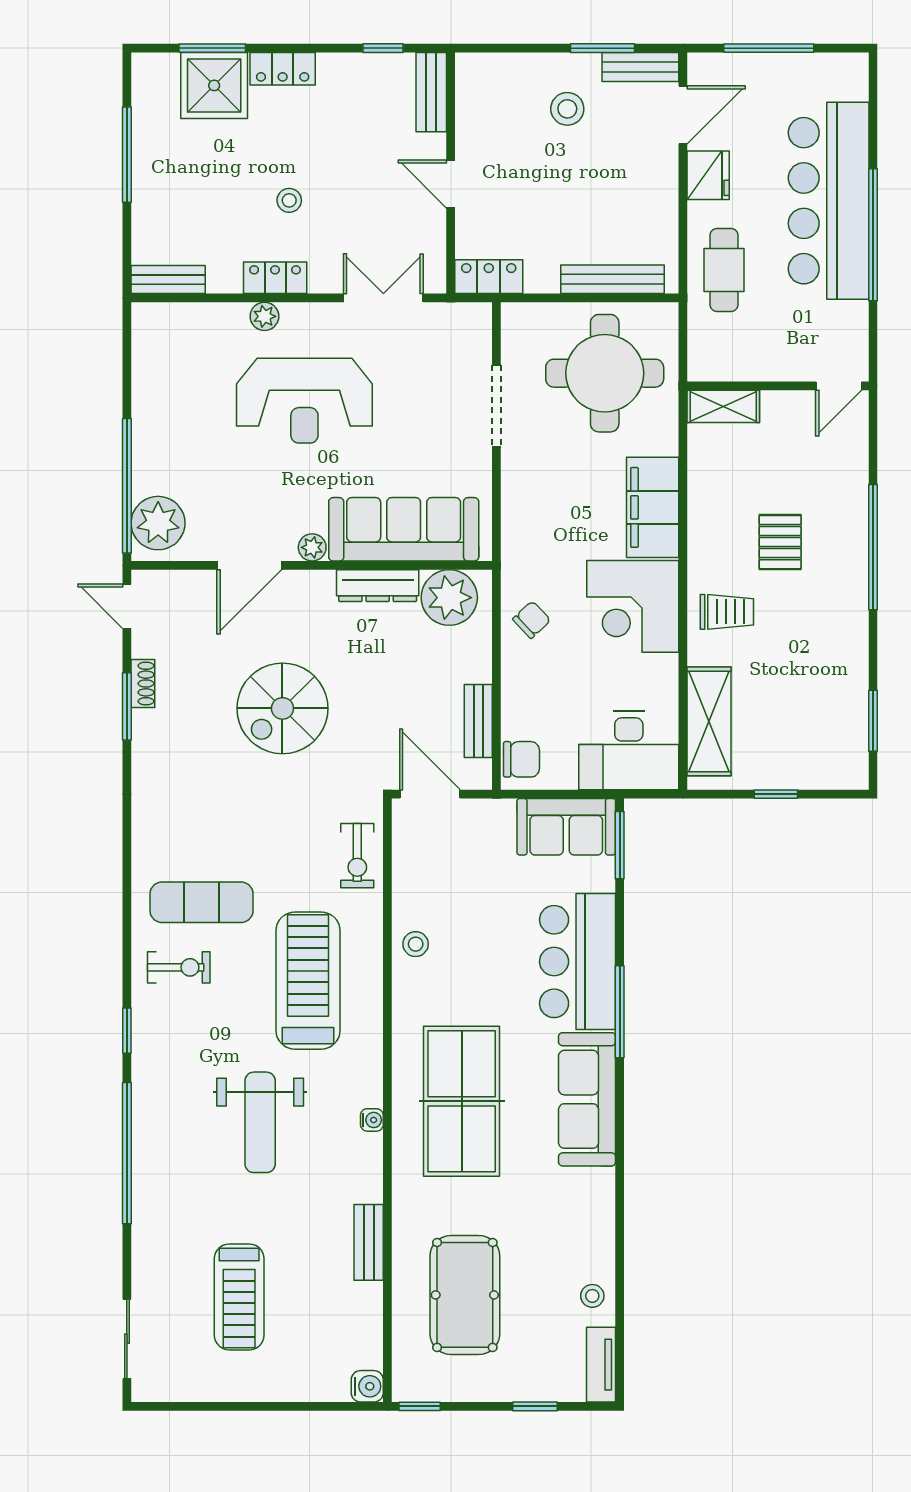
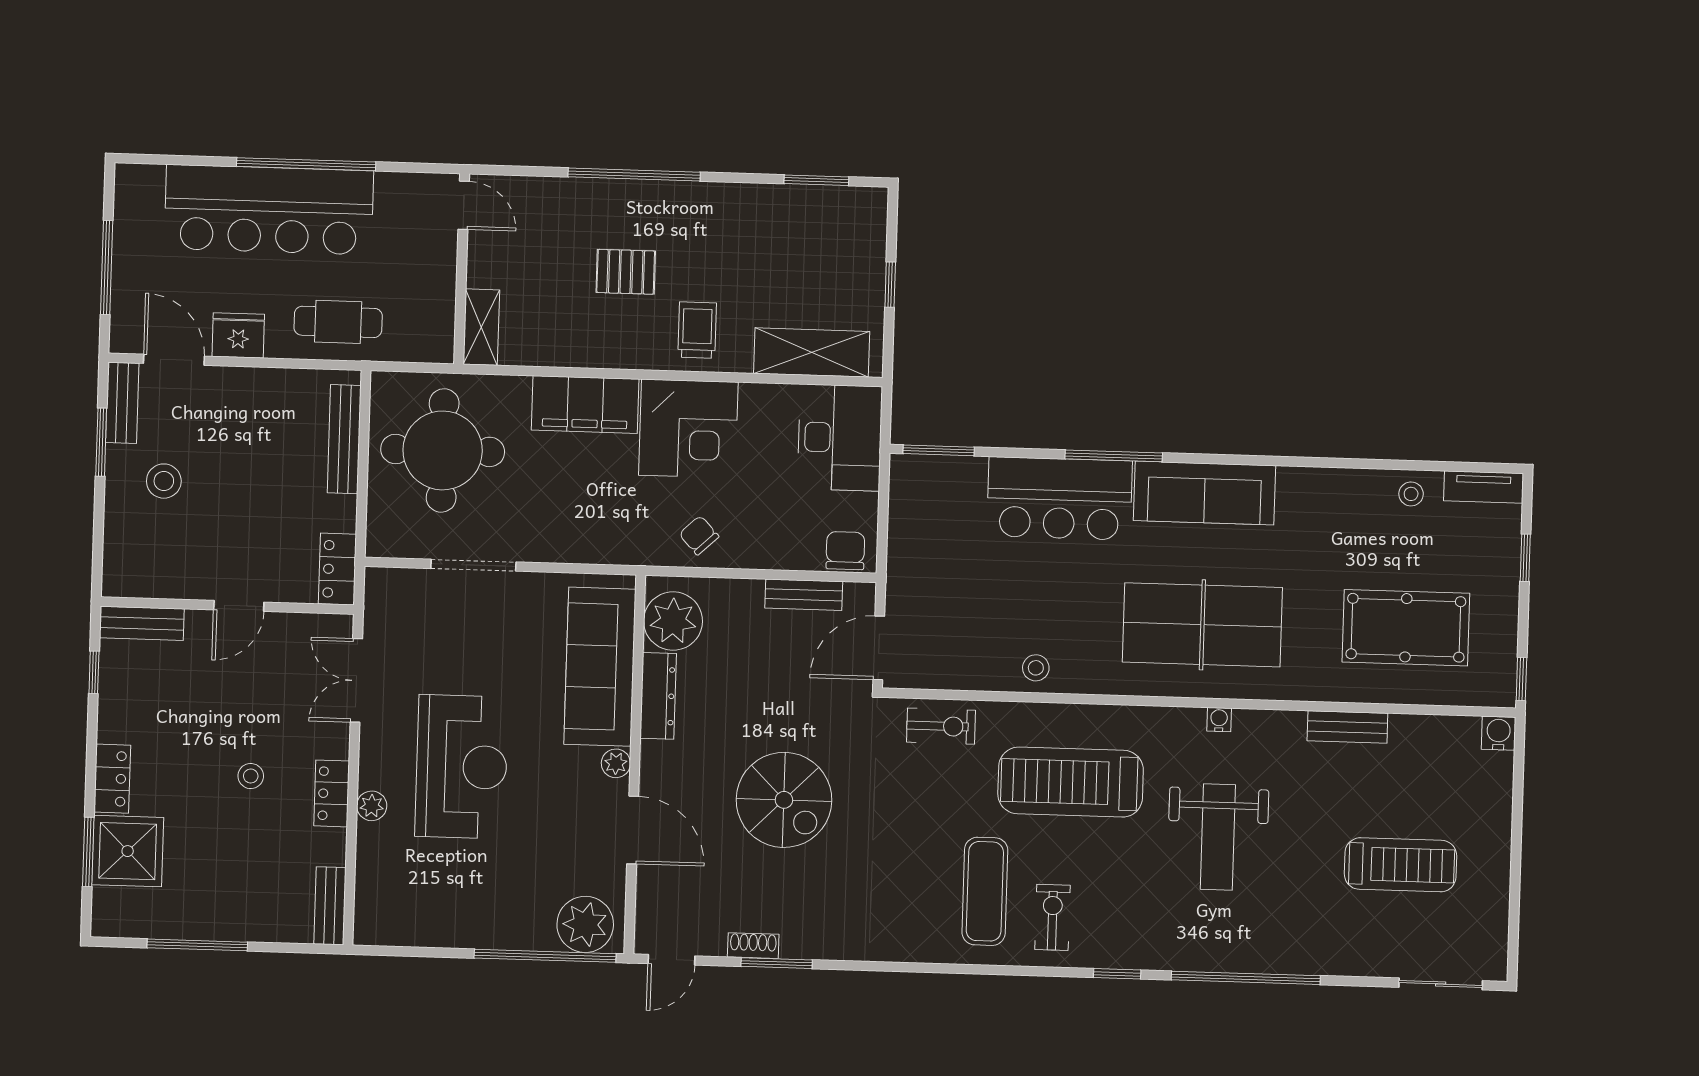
sofa: (566, 827) -> (918, 506), removed
weight bench: (260, 1122) -> (1218, 837), turned 90

